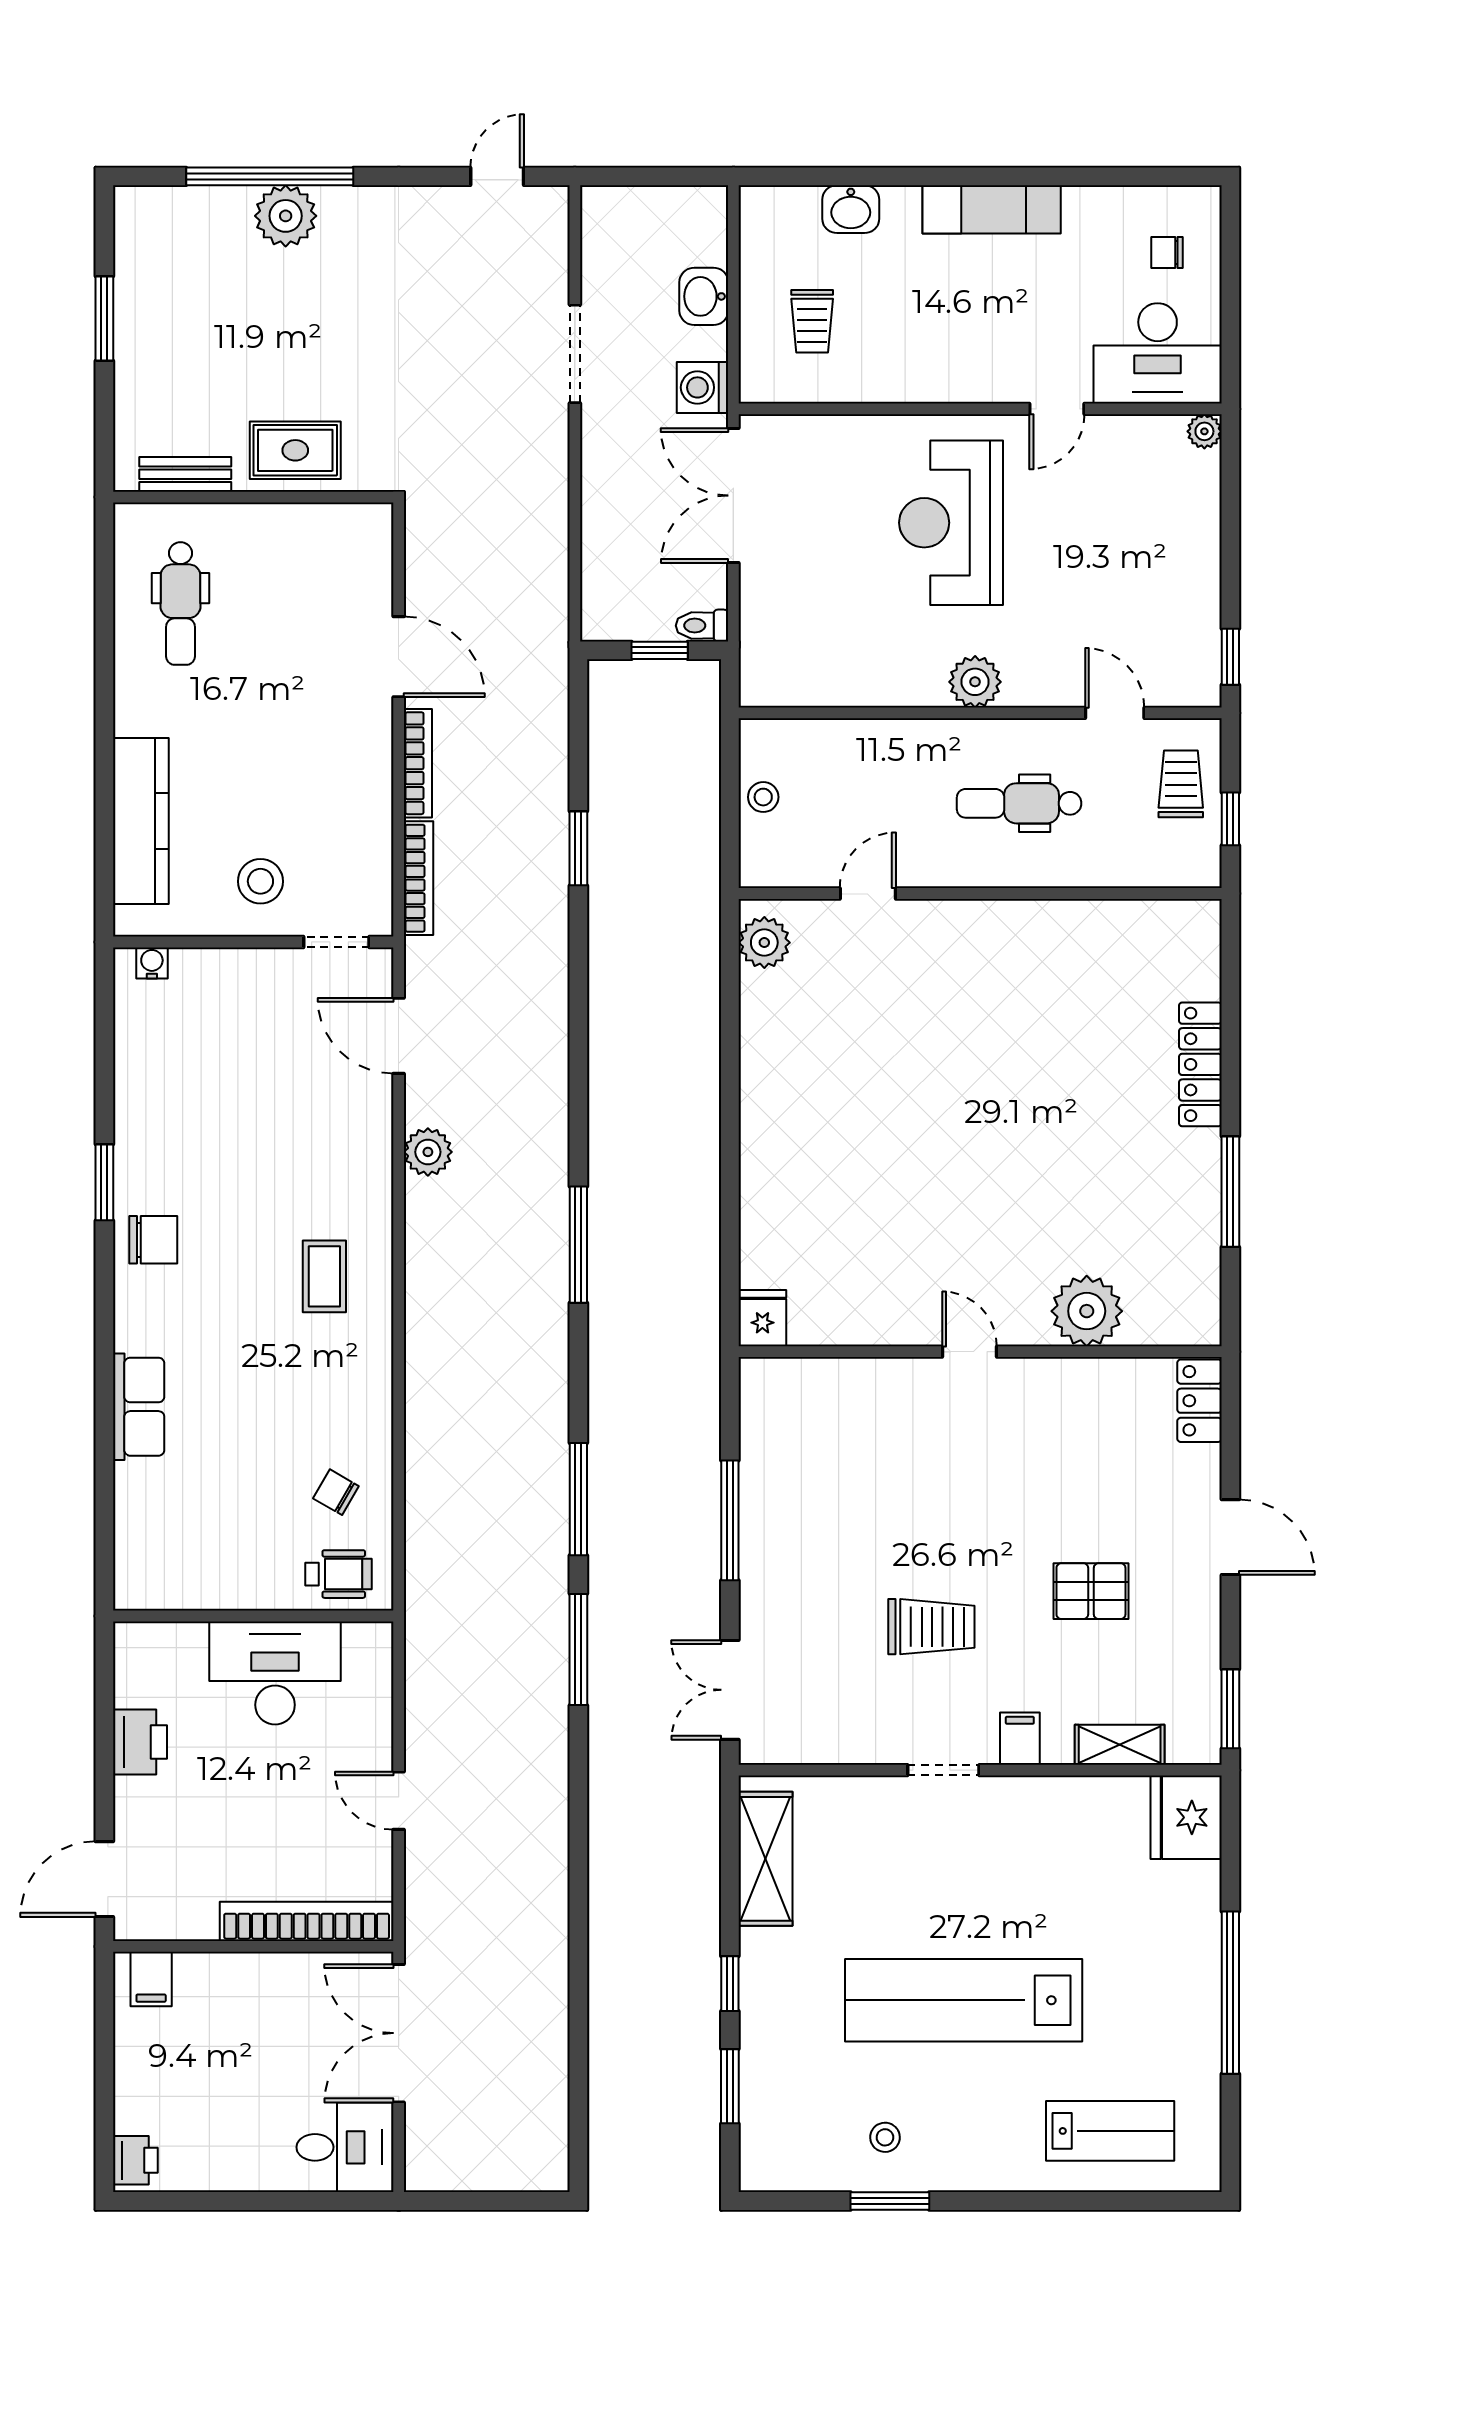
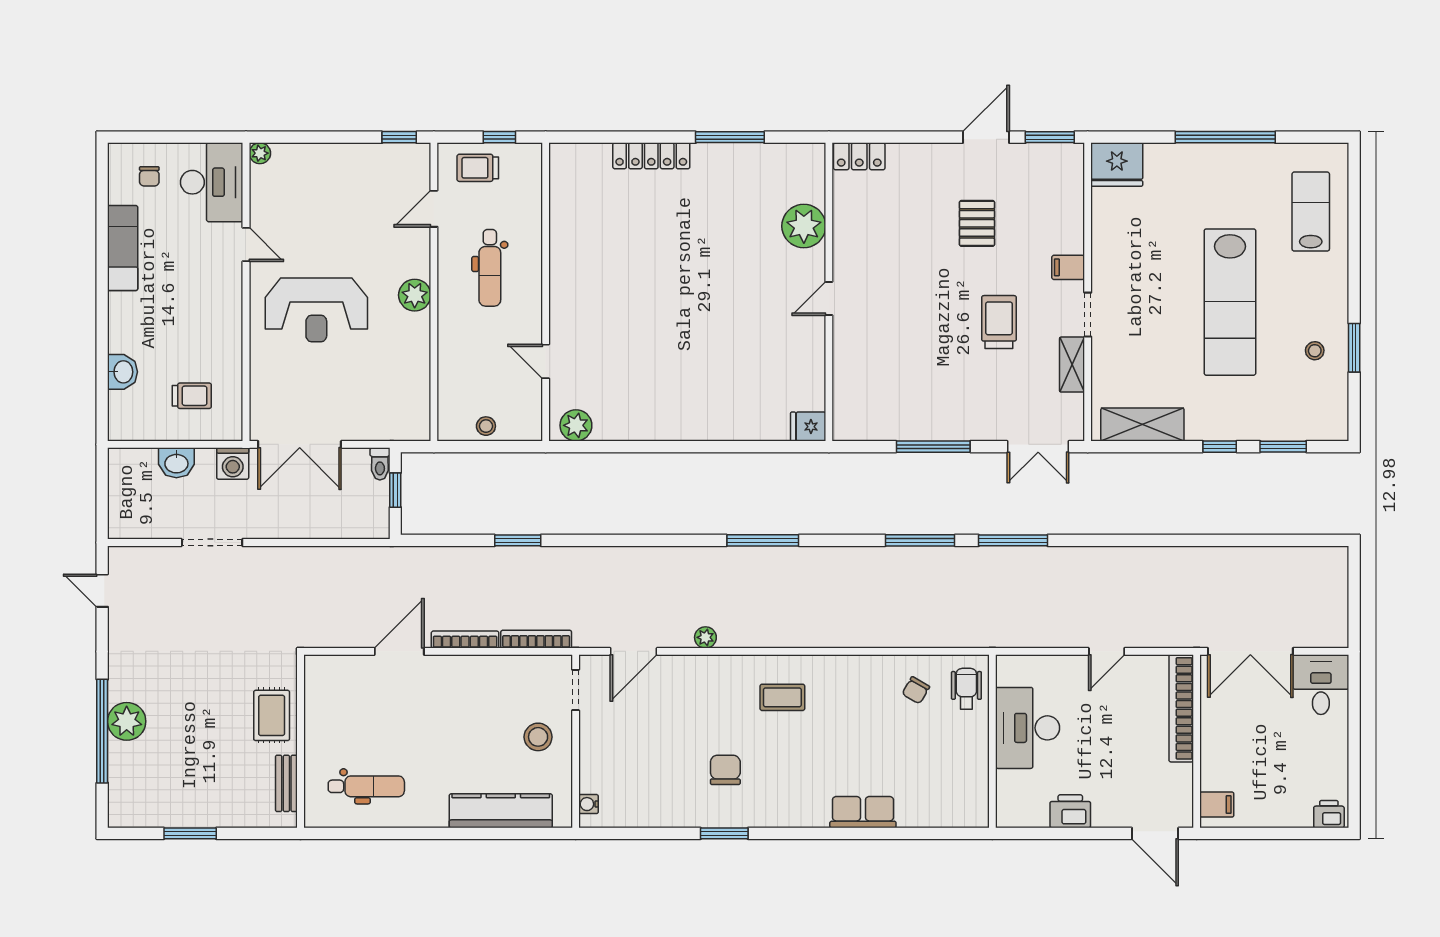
exam couch: (992, 209) -> (123, 248), moved
plant: (428, 1152) -> (705, 637), width x0.73, depth x0.73
chair: (153, 1240) -> (725, 770), moved
door: (1230, 1537) -> (986, 137), moved
shelving: (1120, 1745) -> (1072, 365), moved

